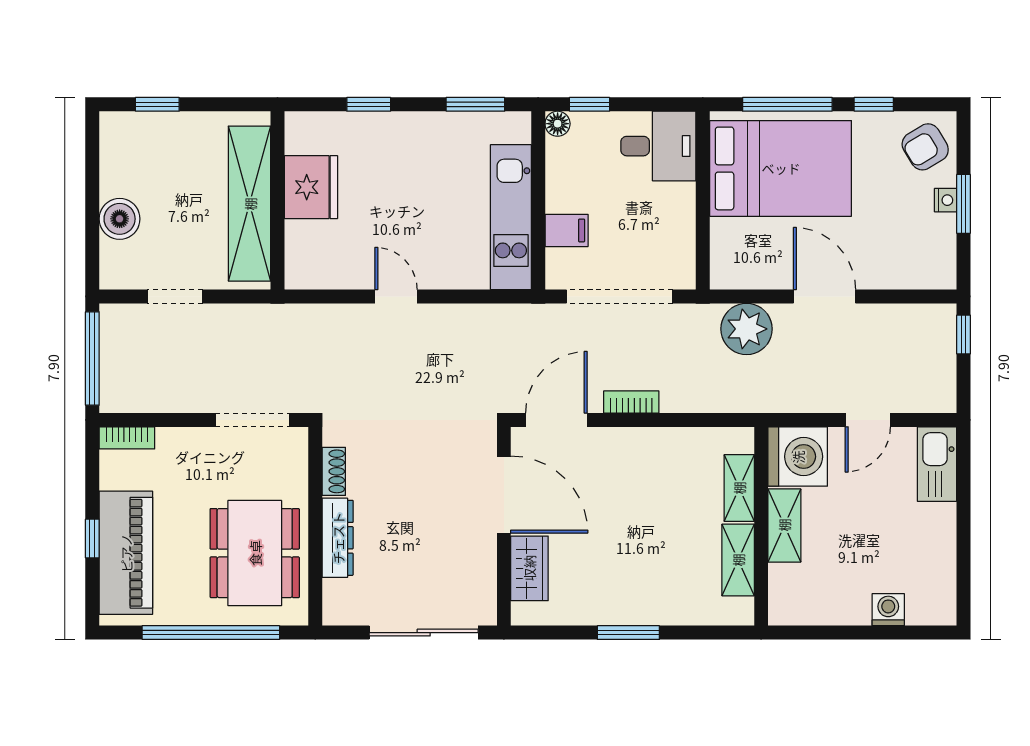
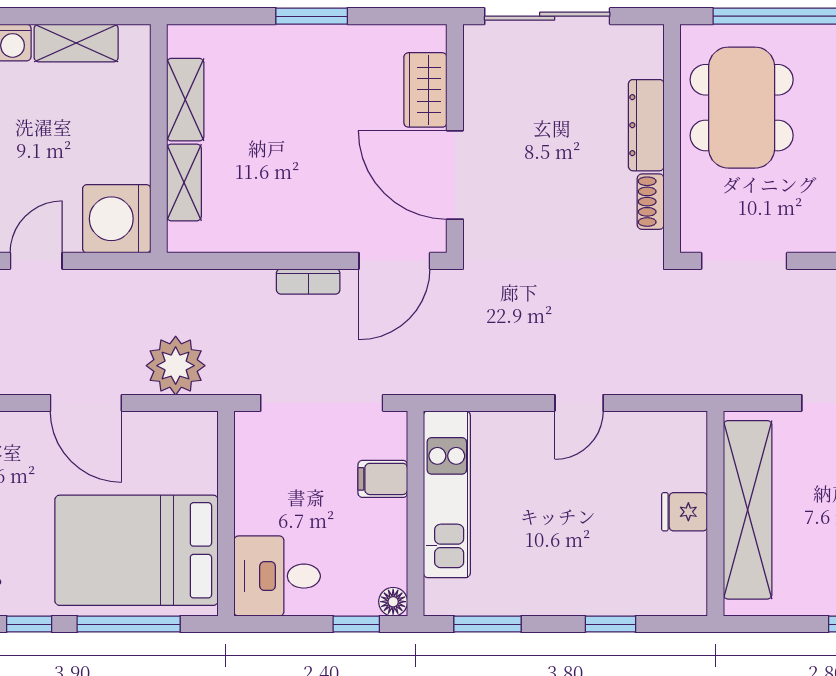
fridge: (311, 187) -> (685, 512), width x0.53, depth x0.75
door: (396, 296) -> (579, 403), hinge flipped
shelving: (784, 525) -> (76, 43), moved, turned 90

